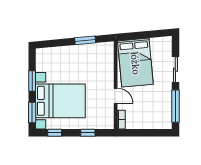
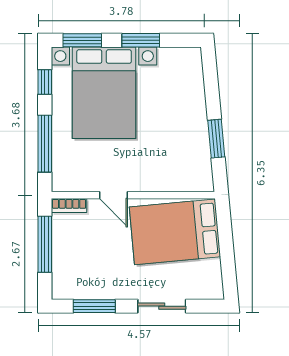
door: (116, 96) -> (114, 195), hinge flipped
window: (175, 106) -> (94, 306), width x0.69
window: (88, 133) -> (45, 144), width x2.17
window: (142, 133) -> (45, 244), added

